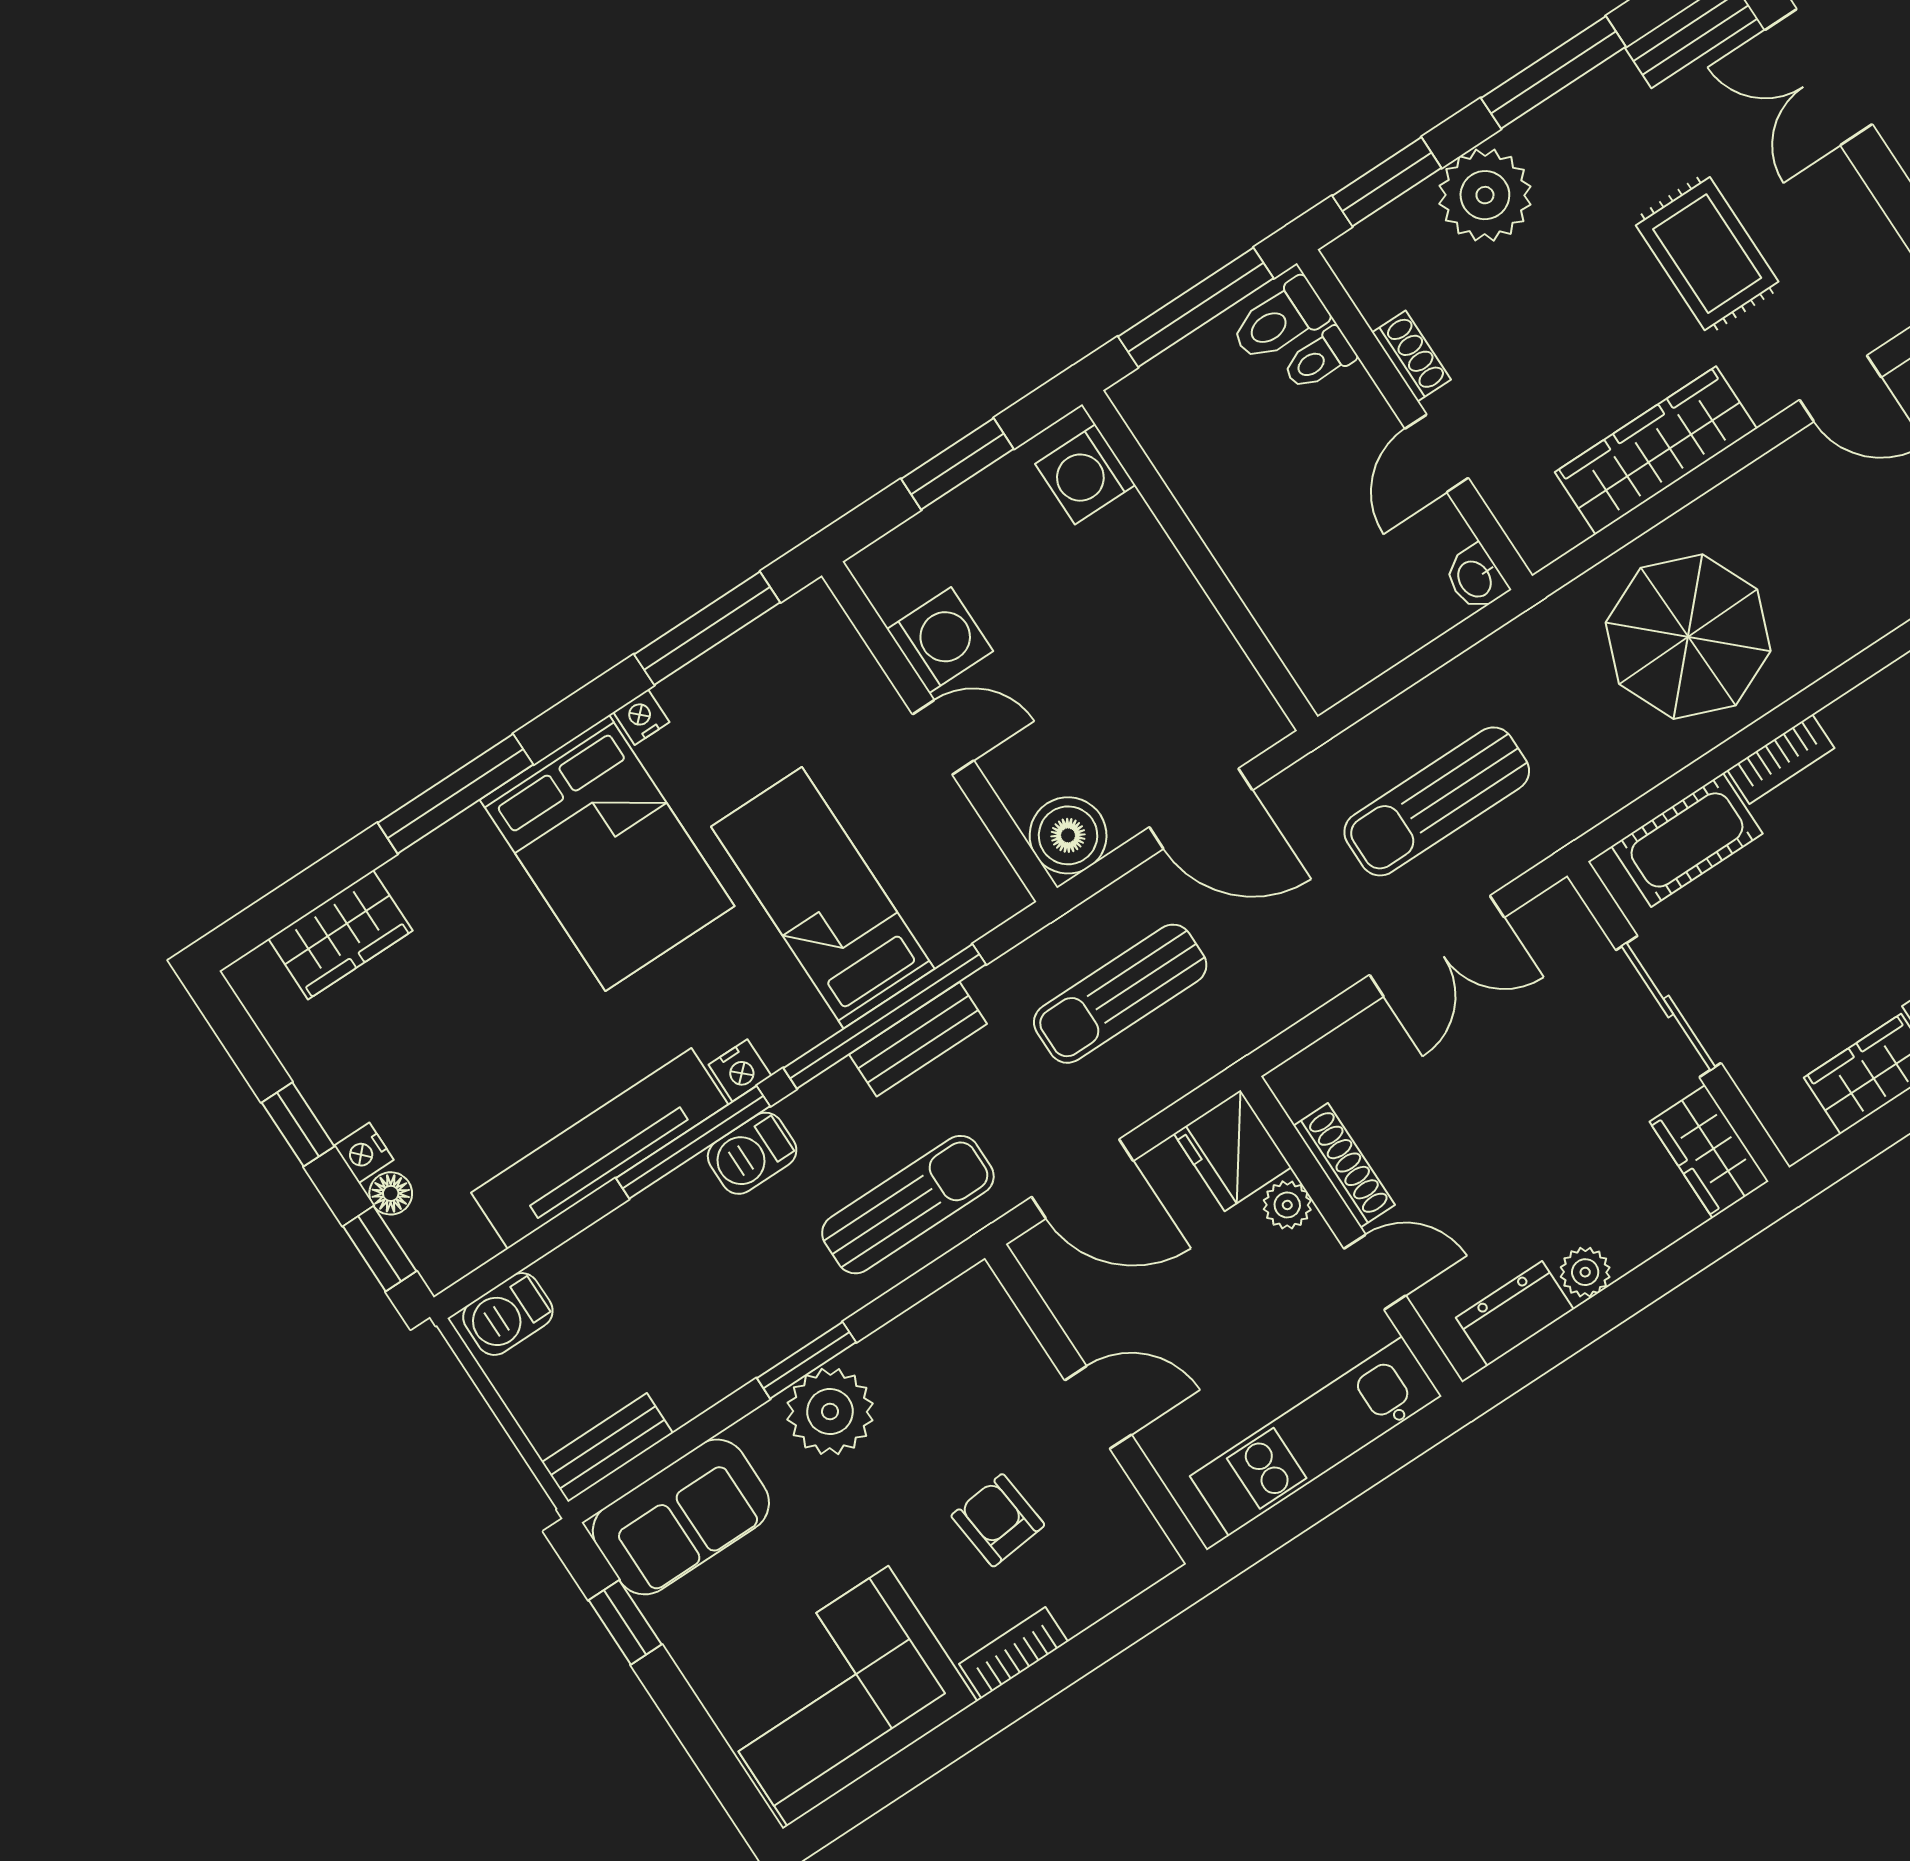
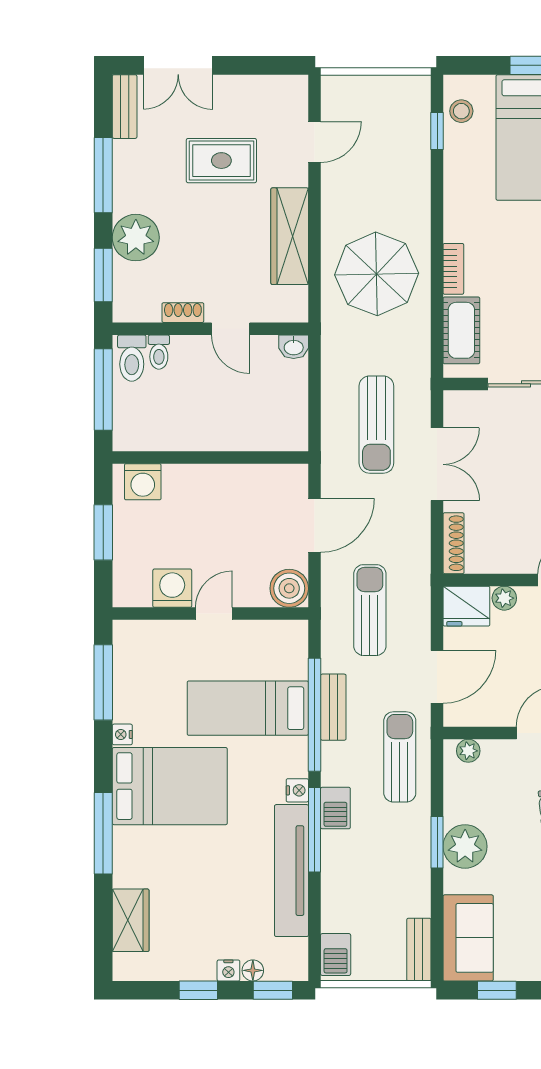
sun lounger: (1120, 994) -> (370, 610), turned 180
shoe rack: (1344, 1165) -> (454, 543), moved, turned 90
plant: (993, 1312) -> (468, 751), added

